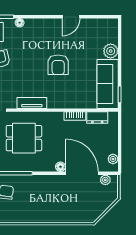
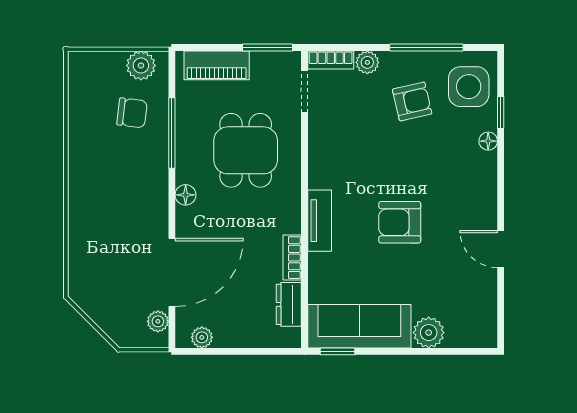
tv unit: (32, 103) -> (320, 221), moved
floor lamp: (60, 167) -> (186, 195), moved

